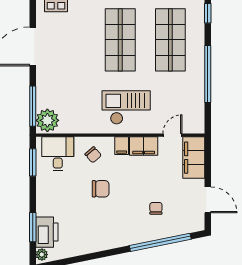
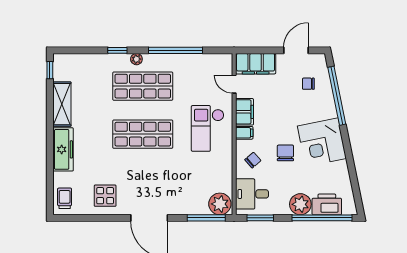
plant: (199, 33) -> (136, 59), added
chair: (156, 208) -> (308, 84), moved
window: (33, 227) -> (322, 218), width x2.11
corner desk: (112, 227) -> (322, 142), added
plant: (42, 255) -> (300, 204), moved, width x1.88, depth x1.88

